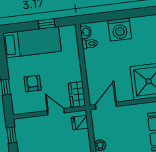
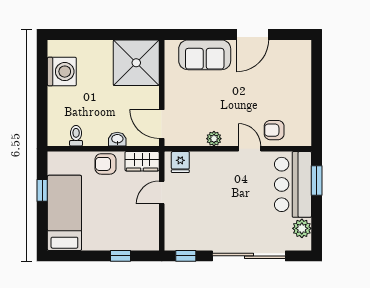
washing machine: (120, 30) -> (62, 72), moved
washbasin: (86, 32) -> (117, 139), moved
armchair: (33, 84) -> (105, 164), moved

